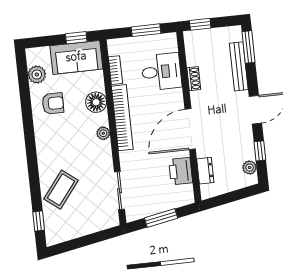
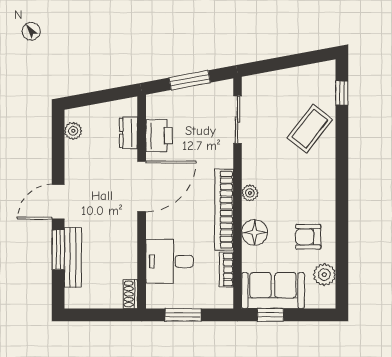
window: (200, 24) -> (115, 315), removed
window: (249, 47) -> (58, 250), moved
shoe rack: (194, 79) -> (130, 294), moved
window: (260, 151) -> (58, 150), removed

